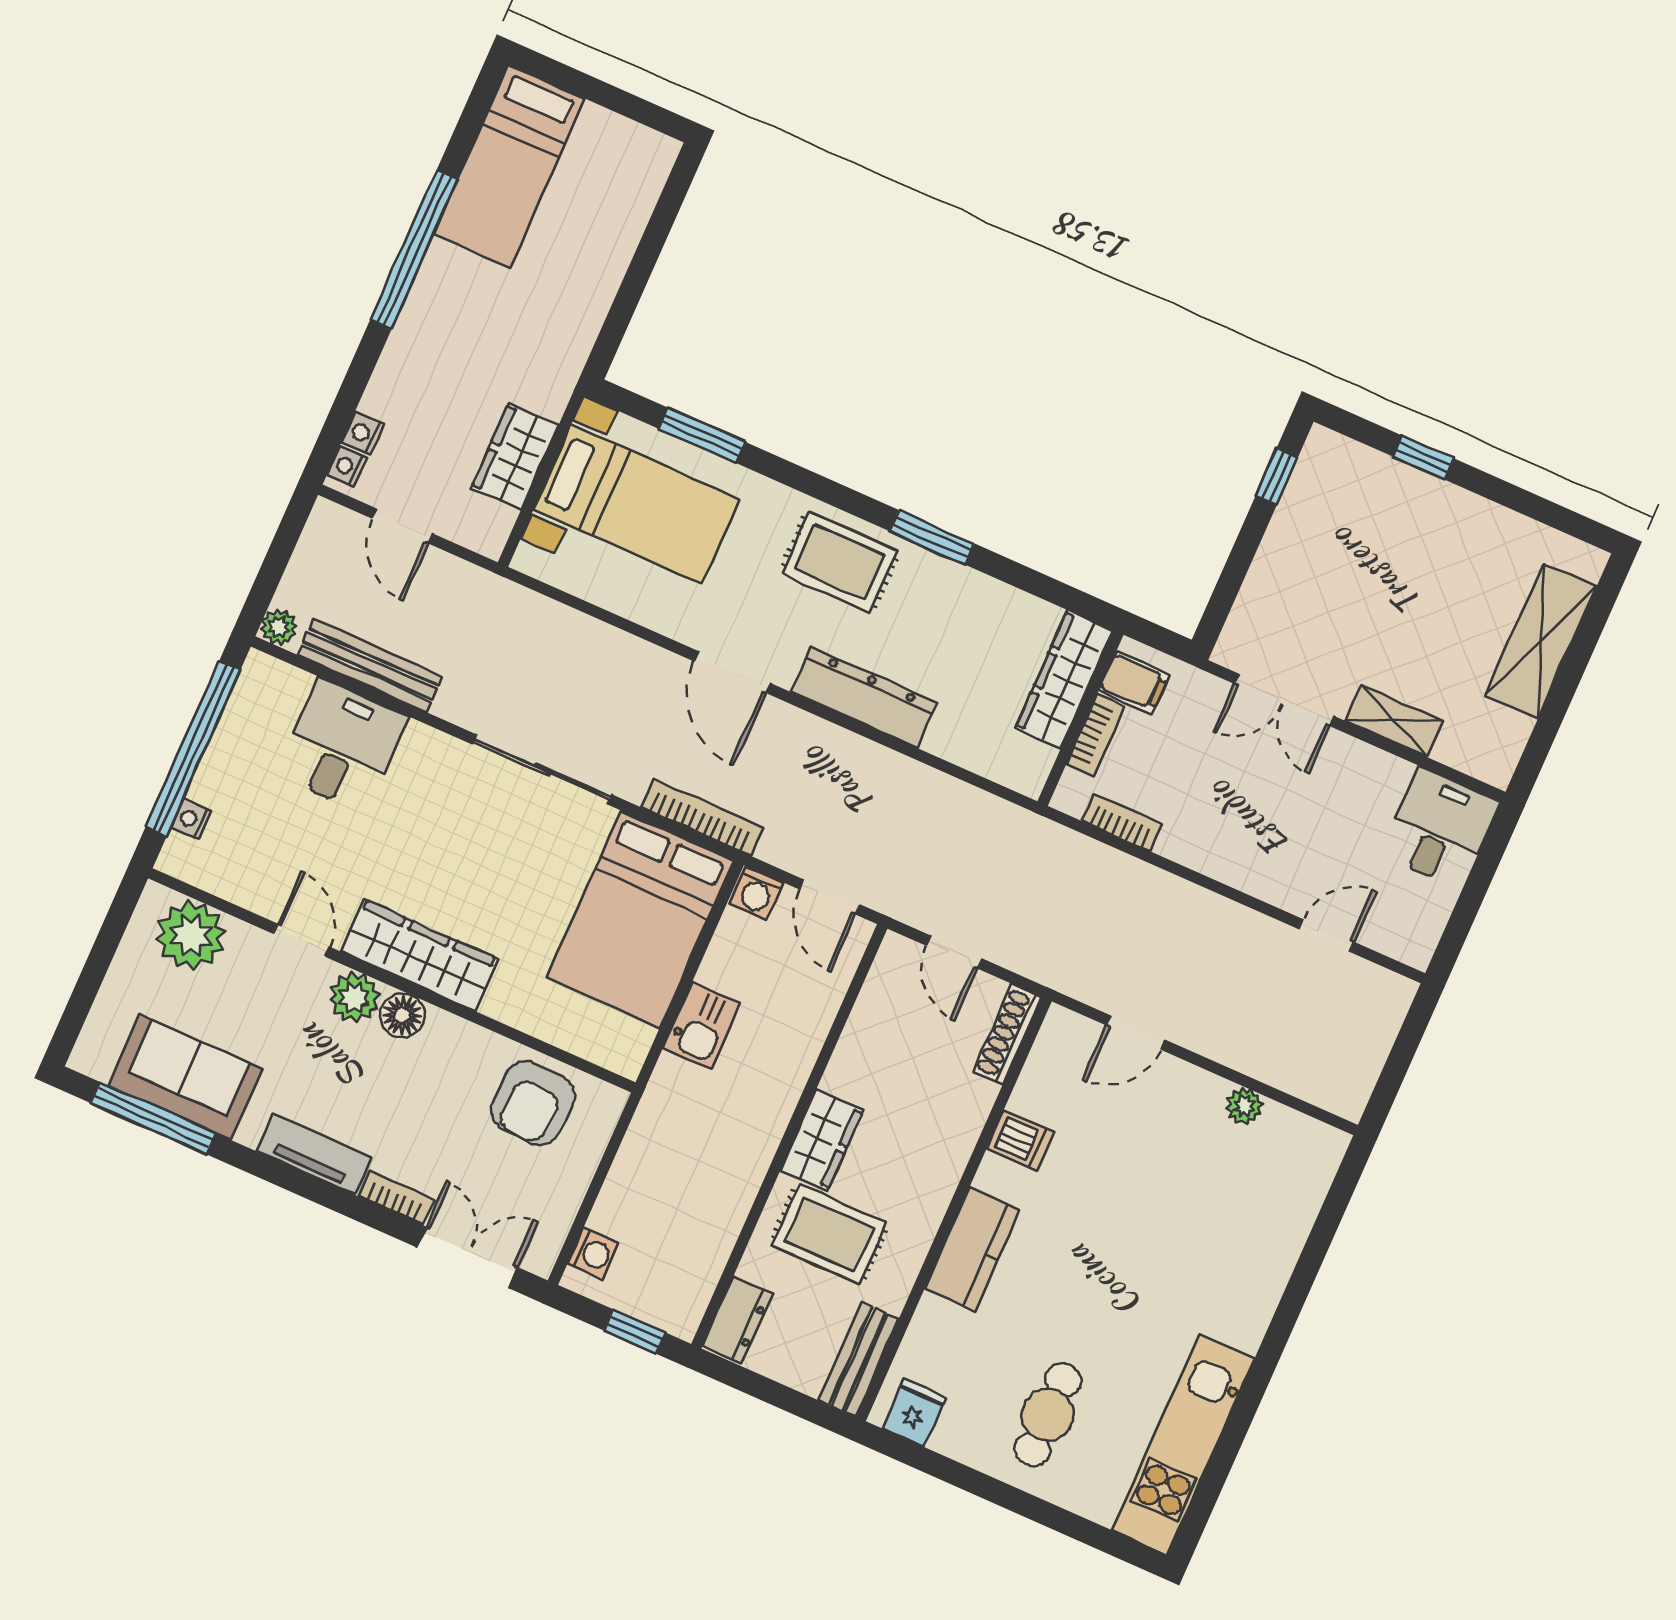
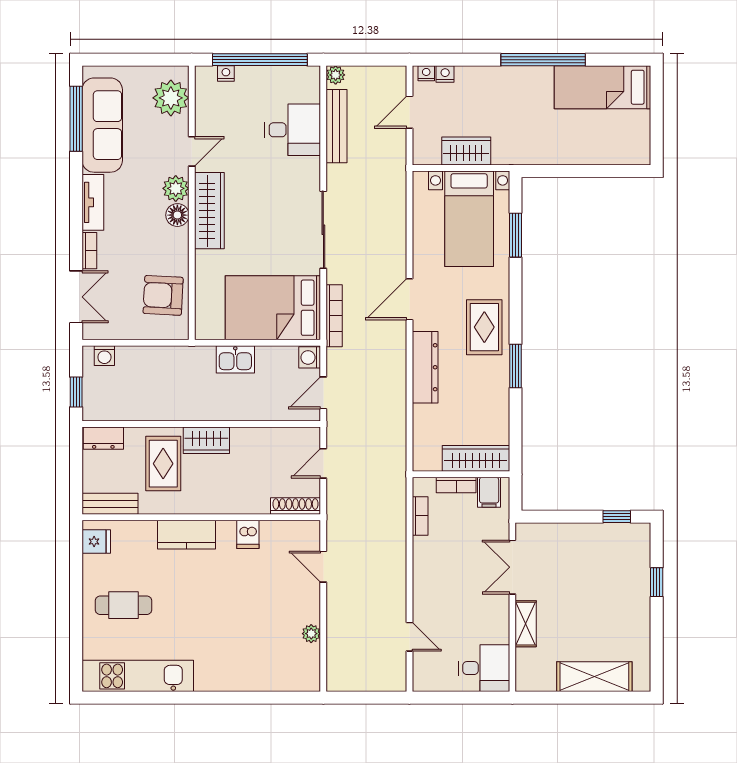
sofa: (185, 1077) -> (102, 125), width x1.36

